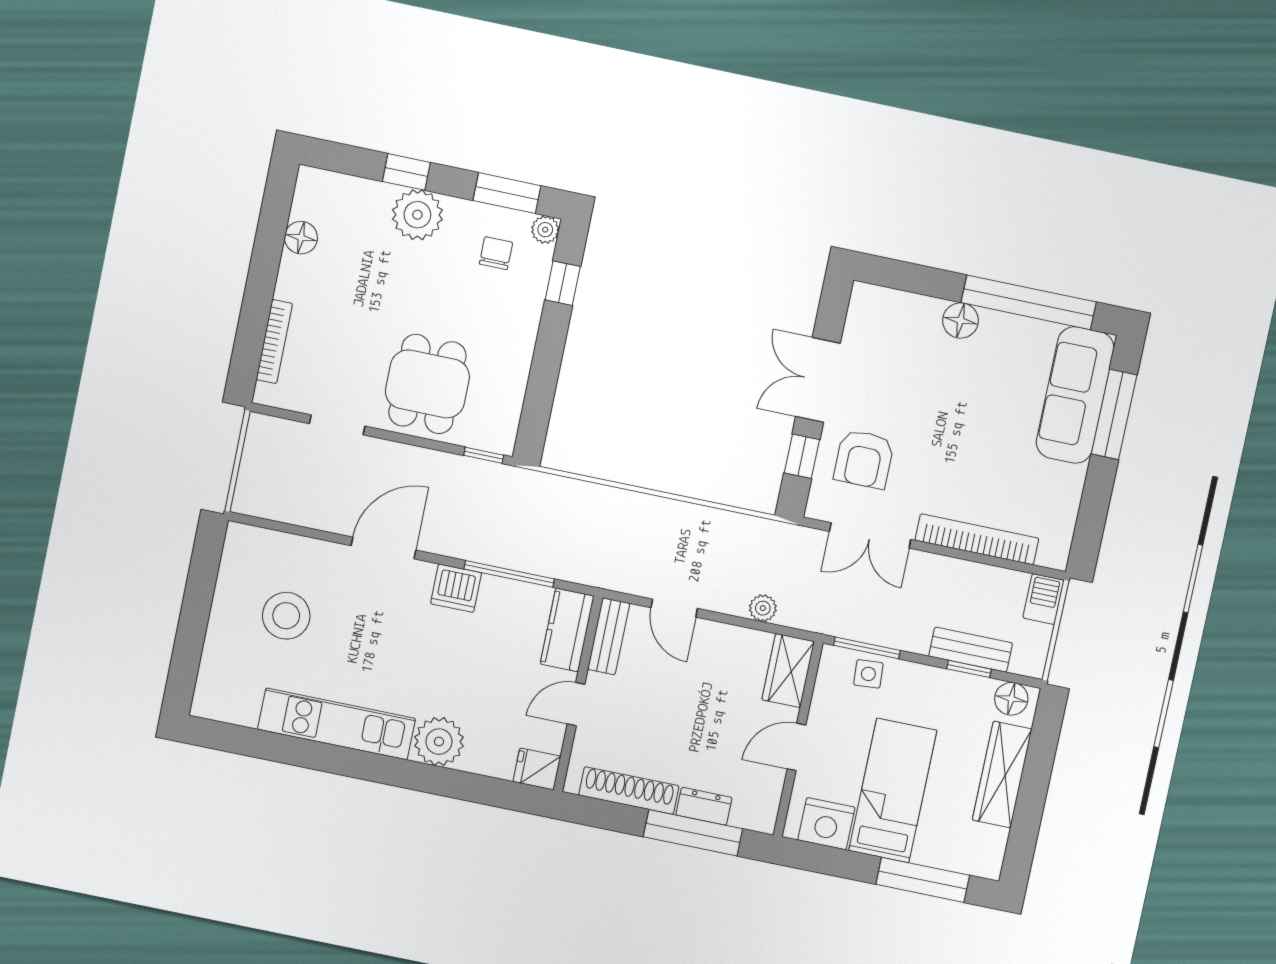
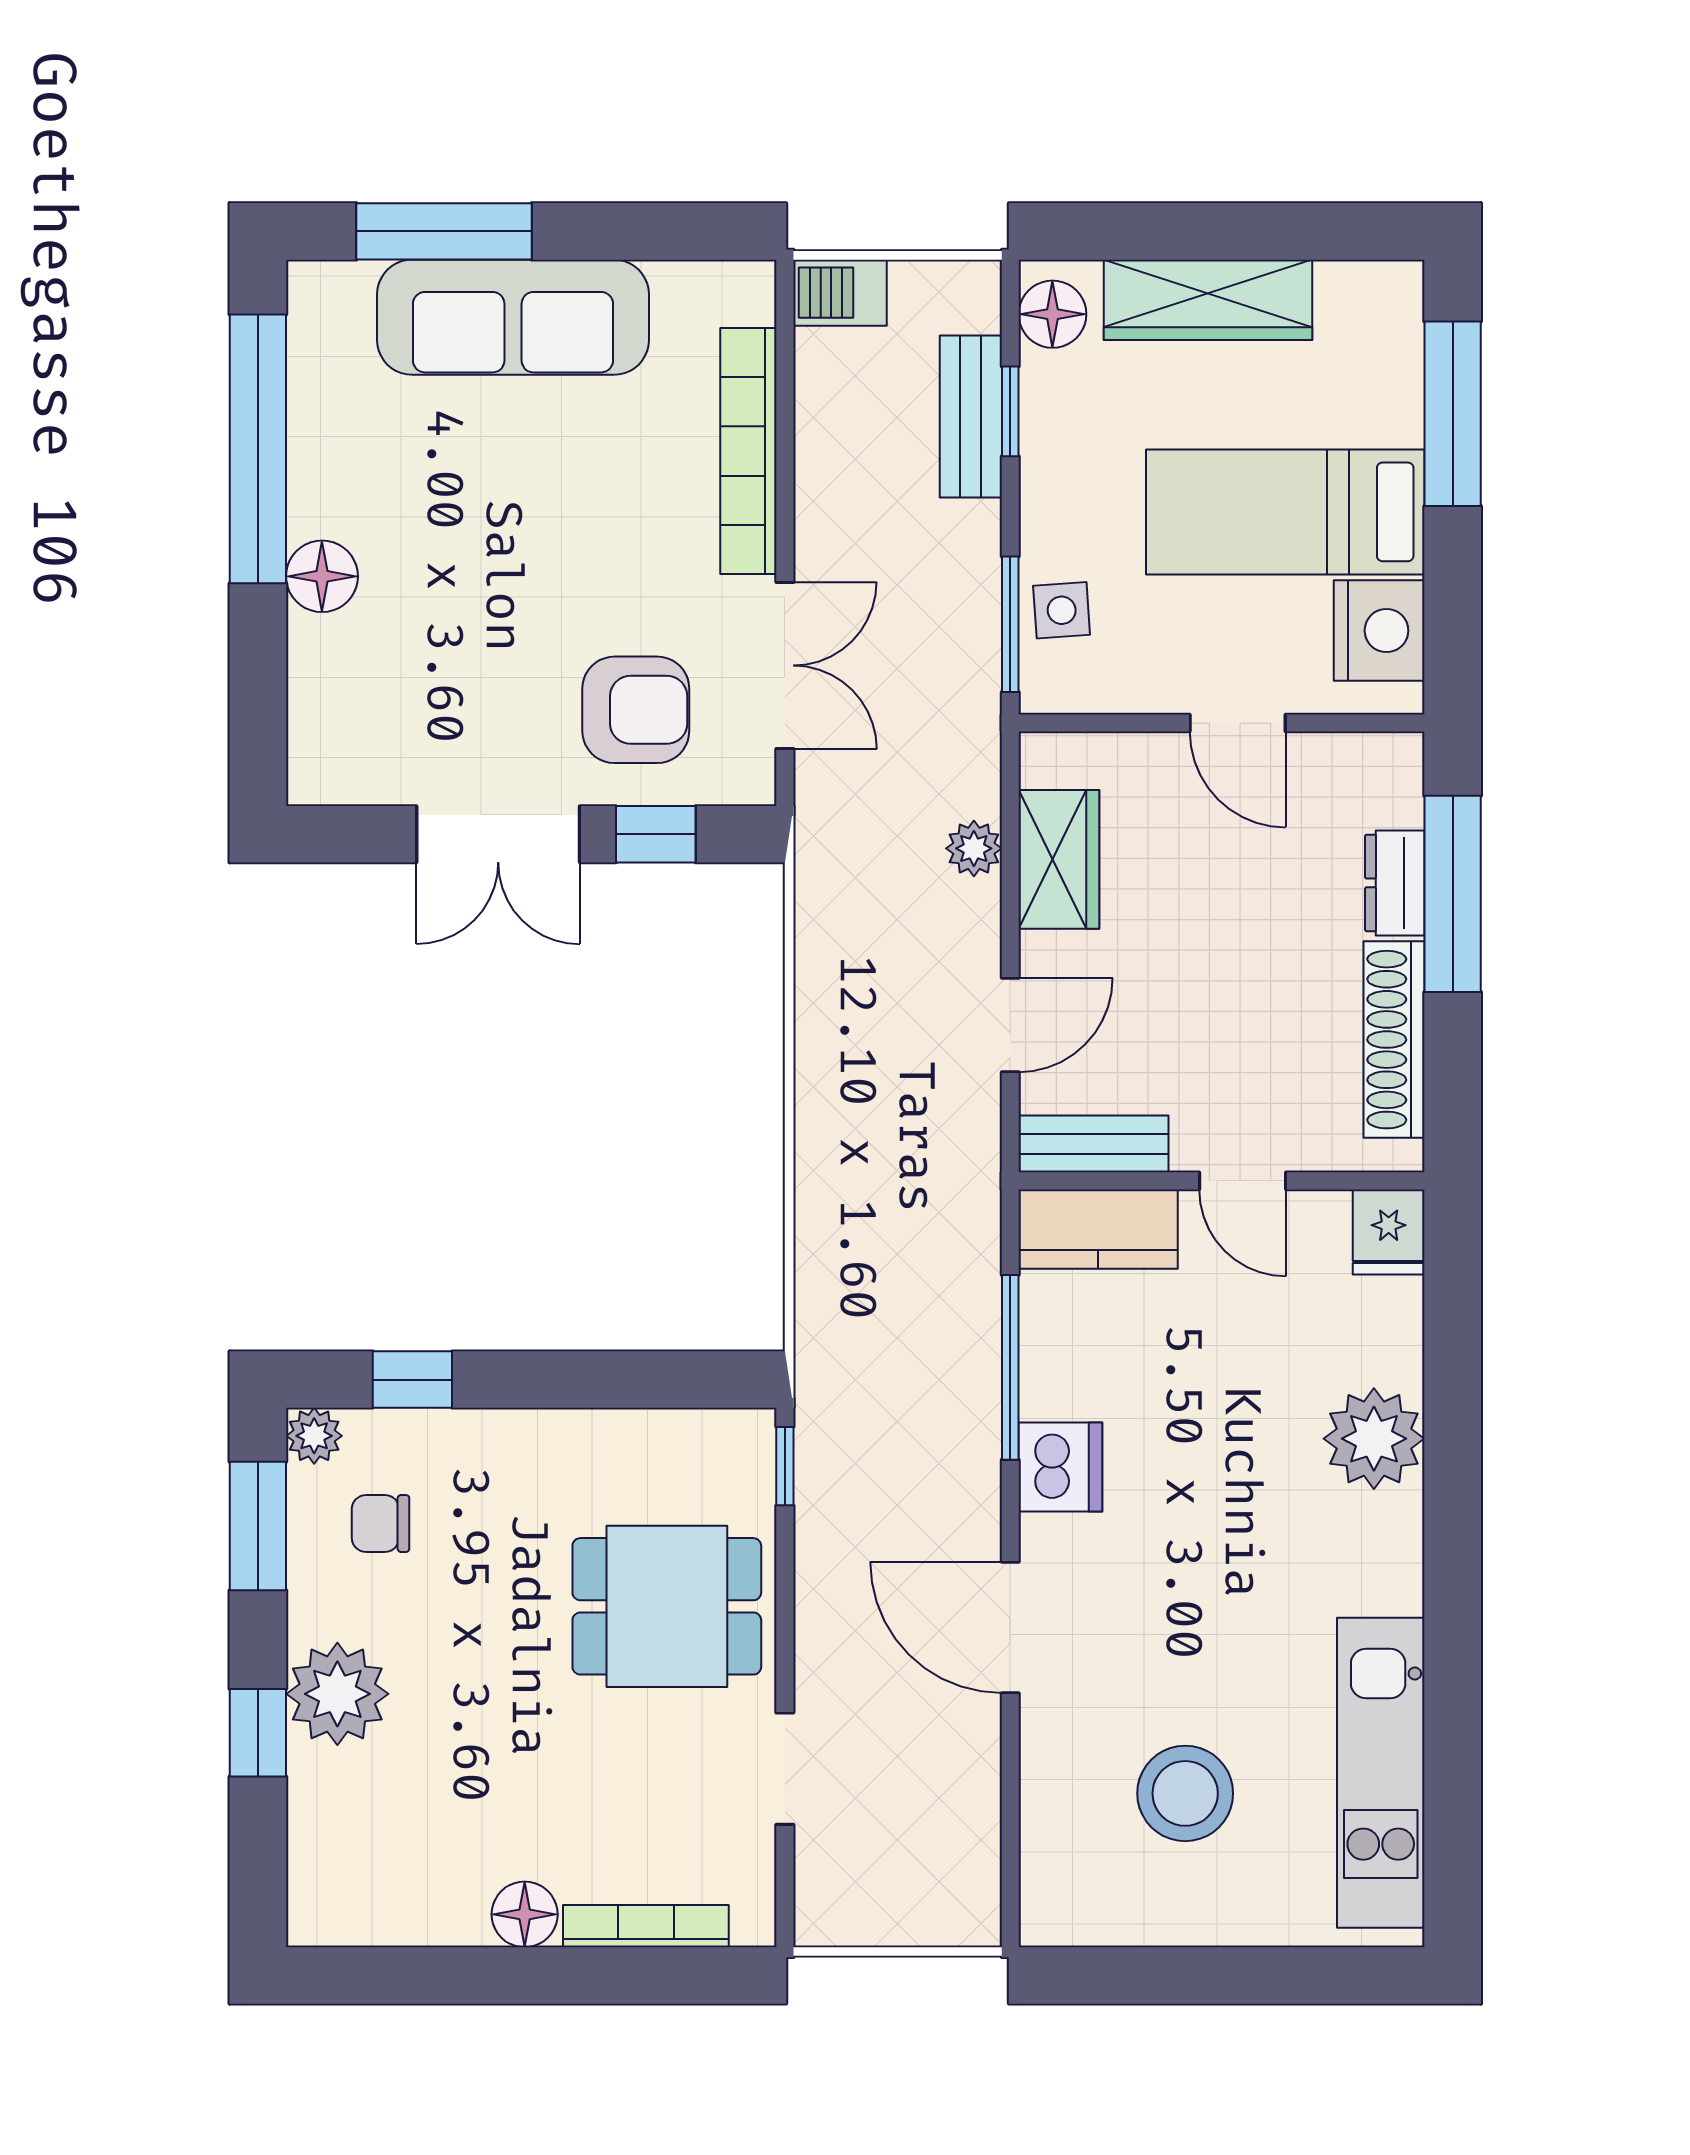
floor lamp: (301, 238) -> (525, 1914), moved
sofa: (1075, 395) -> (513, 317), moved
wardrobe: (788, 671) -> (1059, 859), moved, turned -90
kitchen unit: (337, 724) -> (1381, 1773), moved

